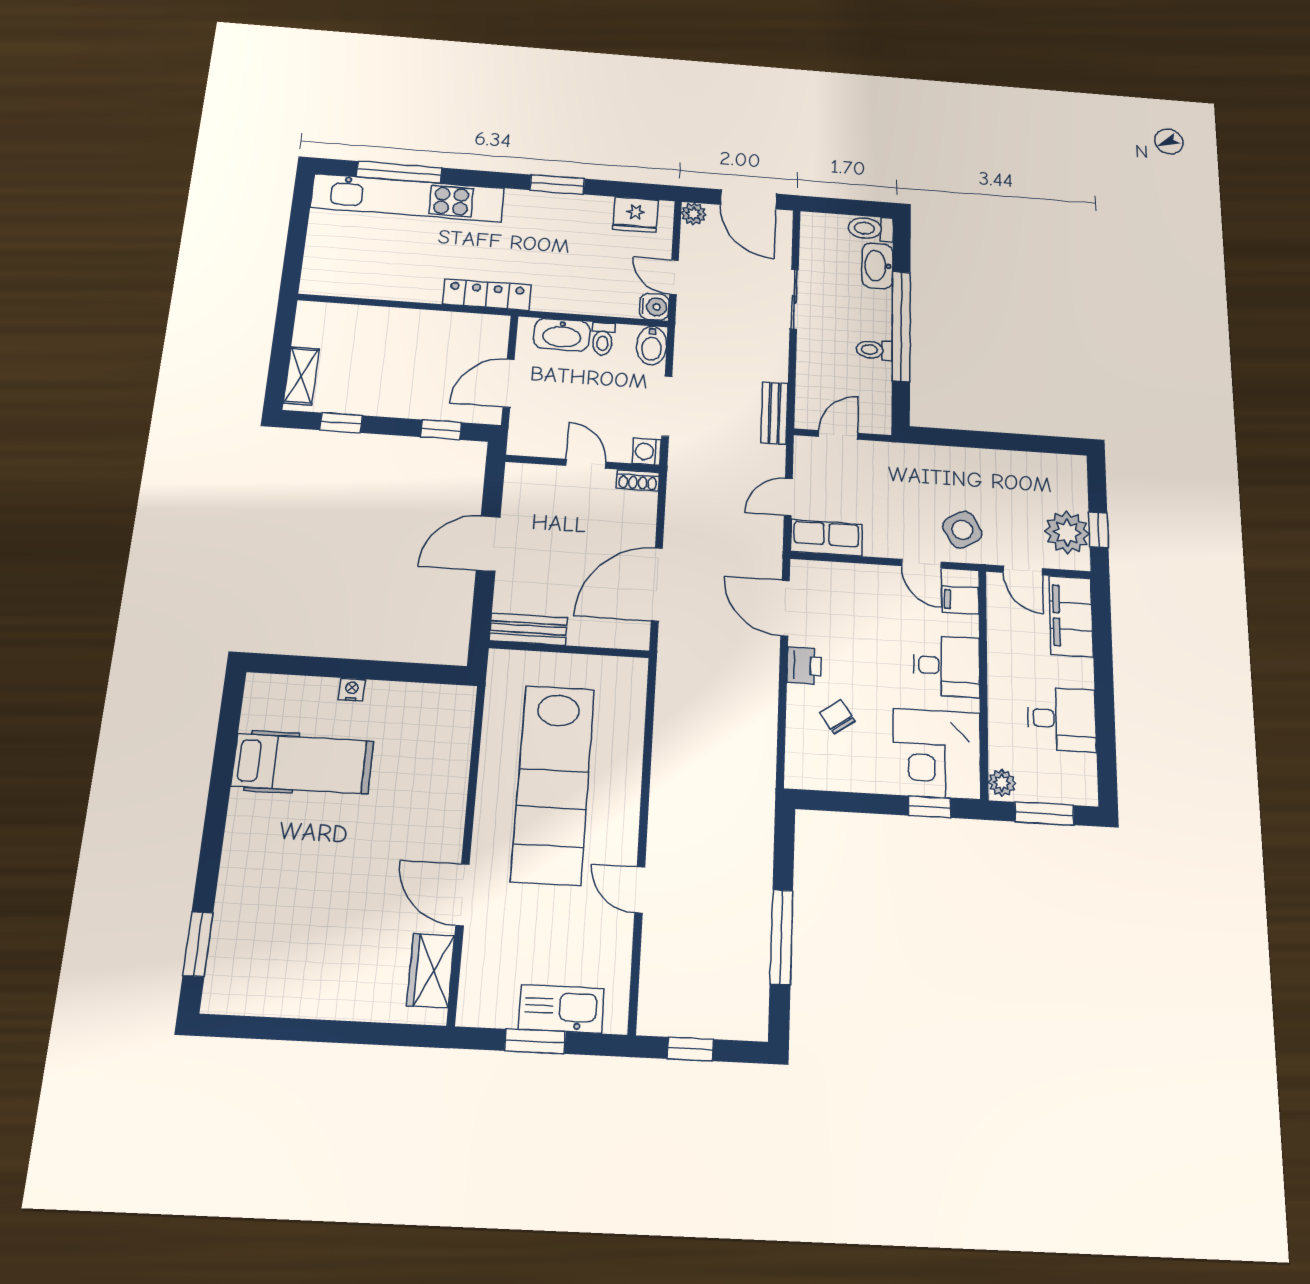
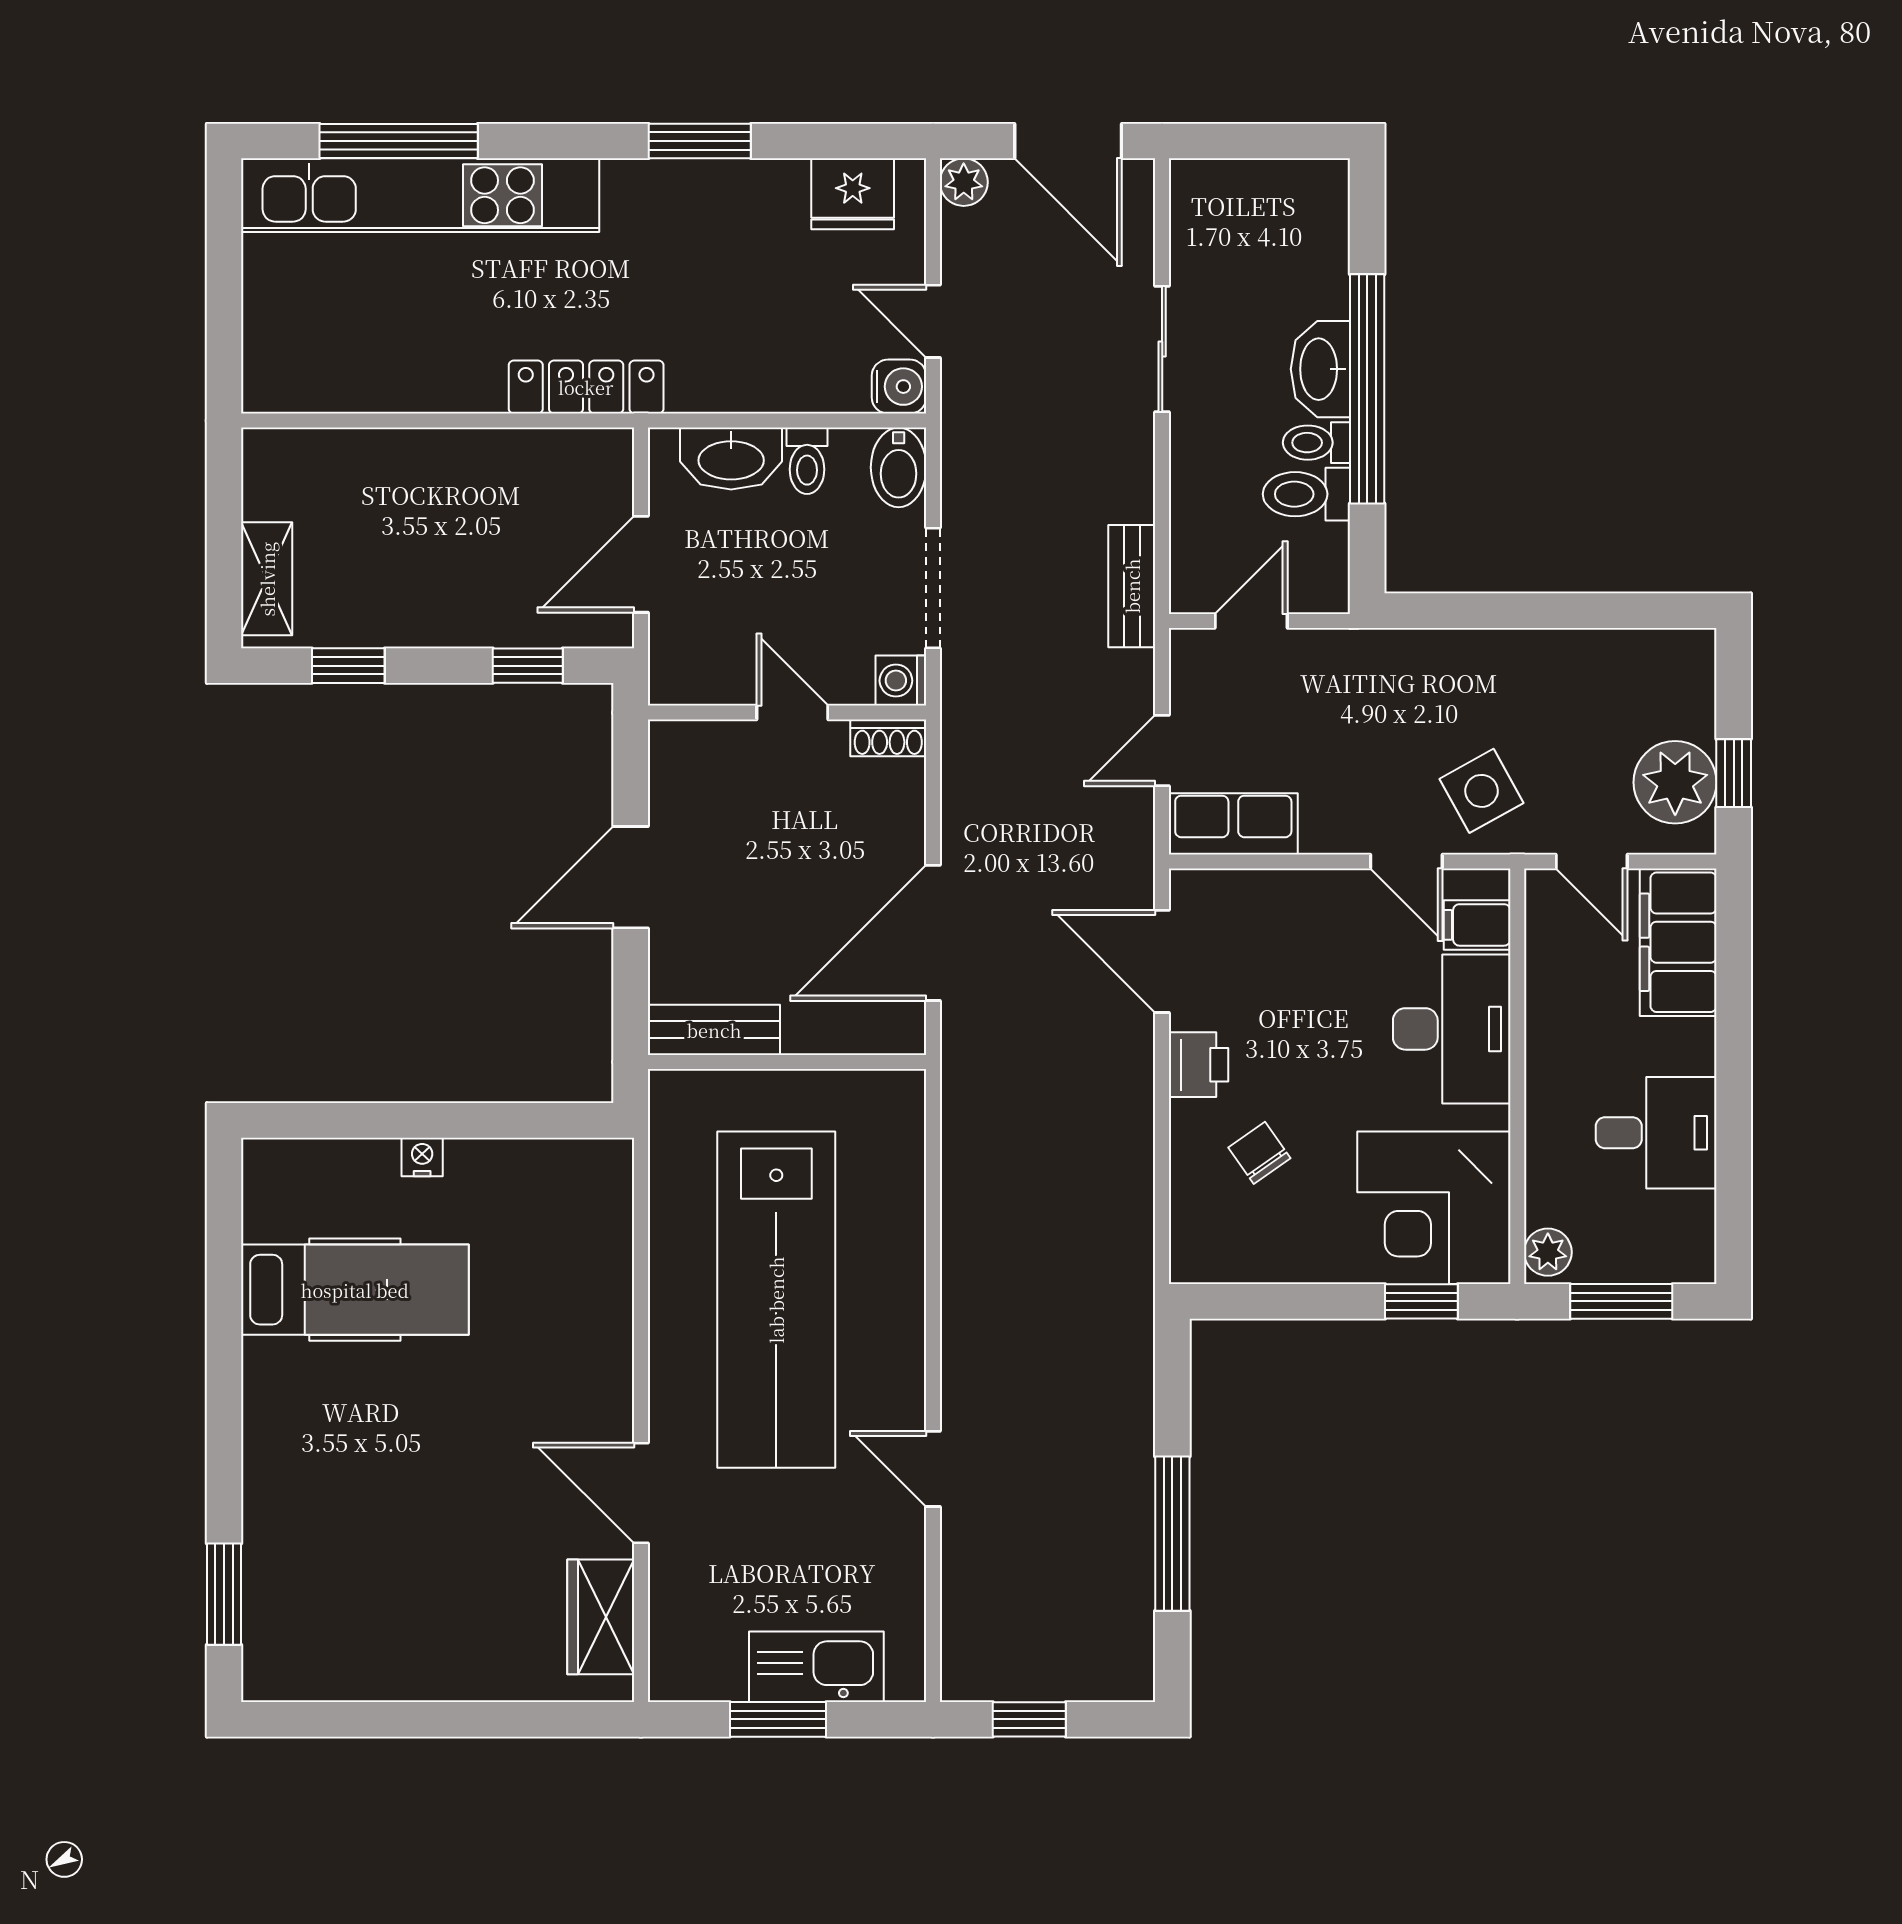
toilet: (871, 229) -> (1306, 494), moved
washbasin: (877, 266) -> (1320, 369), moved
desk: (947, 666) -> (1452, 1029), width x1.37

